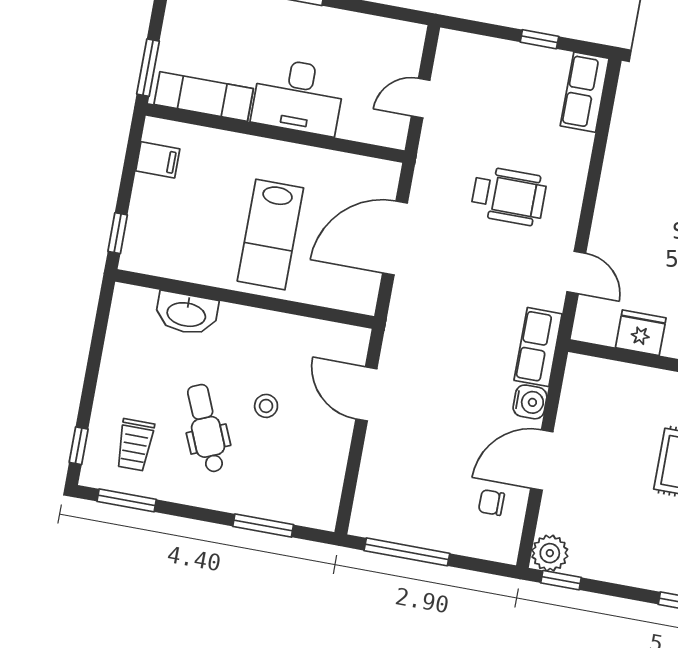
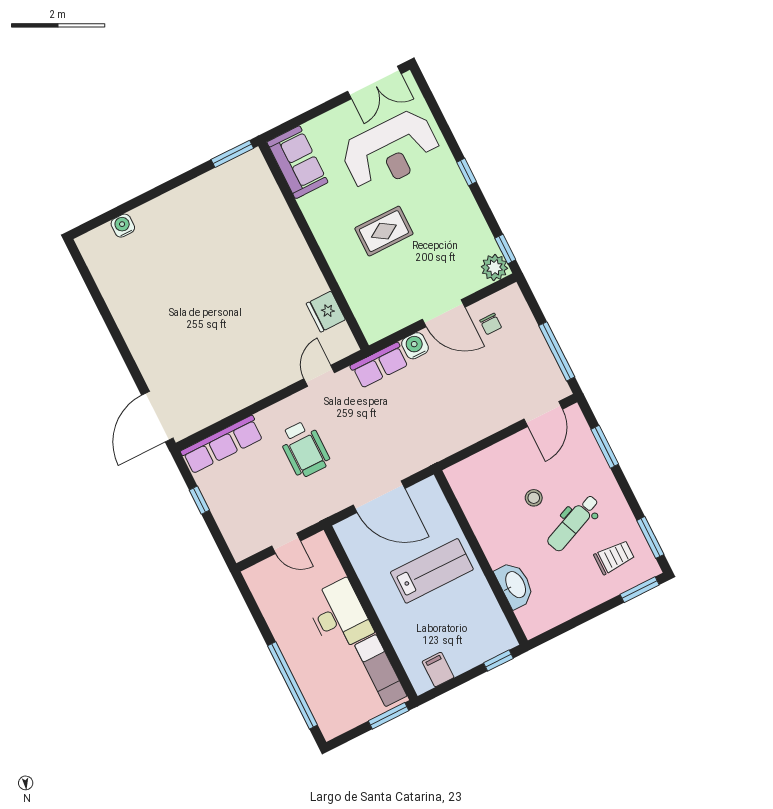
row of seats: (585, 92) -> (222, 445), width x1.48
wheelchair: (509, 196) -> (304, 449), turned 180
door: (366, 394) -> (543, 414), moved
window: (79, 446) -> (640, 590), width x1.50

